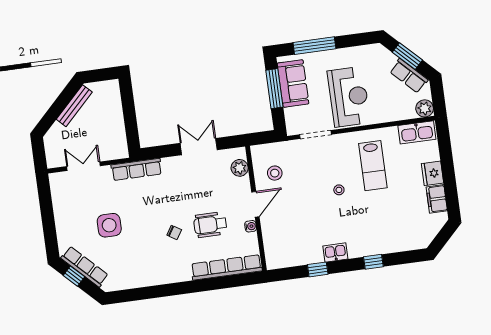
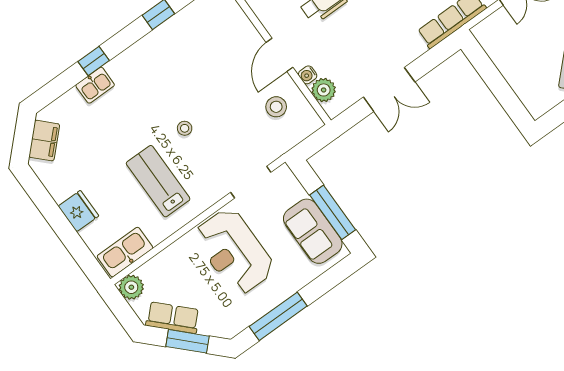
window: (314, 46) -> (278, 316), moved
filing cabinet: (437, 199) -> (44, 141), moved, turned 45
water cooler: (251, 226) -> (308, 75), moved
kitchen sink: (335, 252) -> (95, 85), moved

